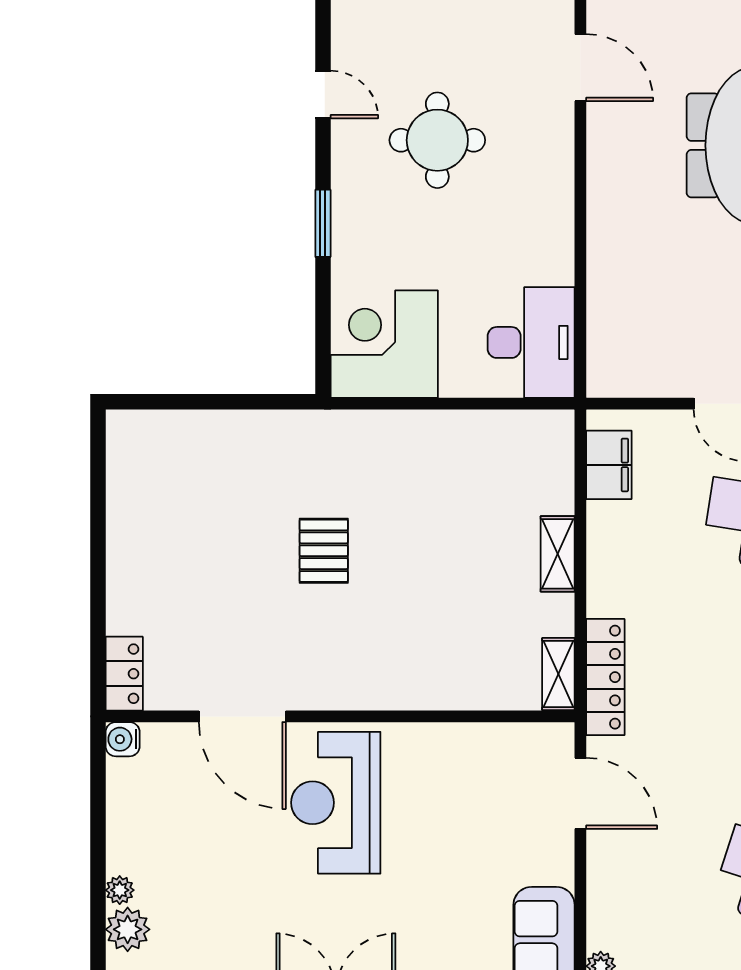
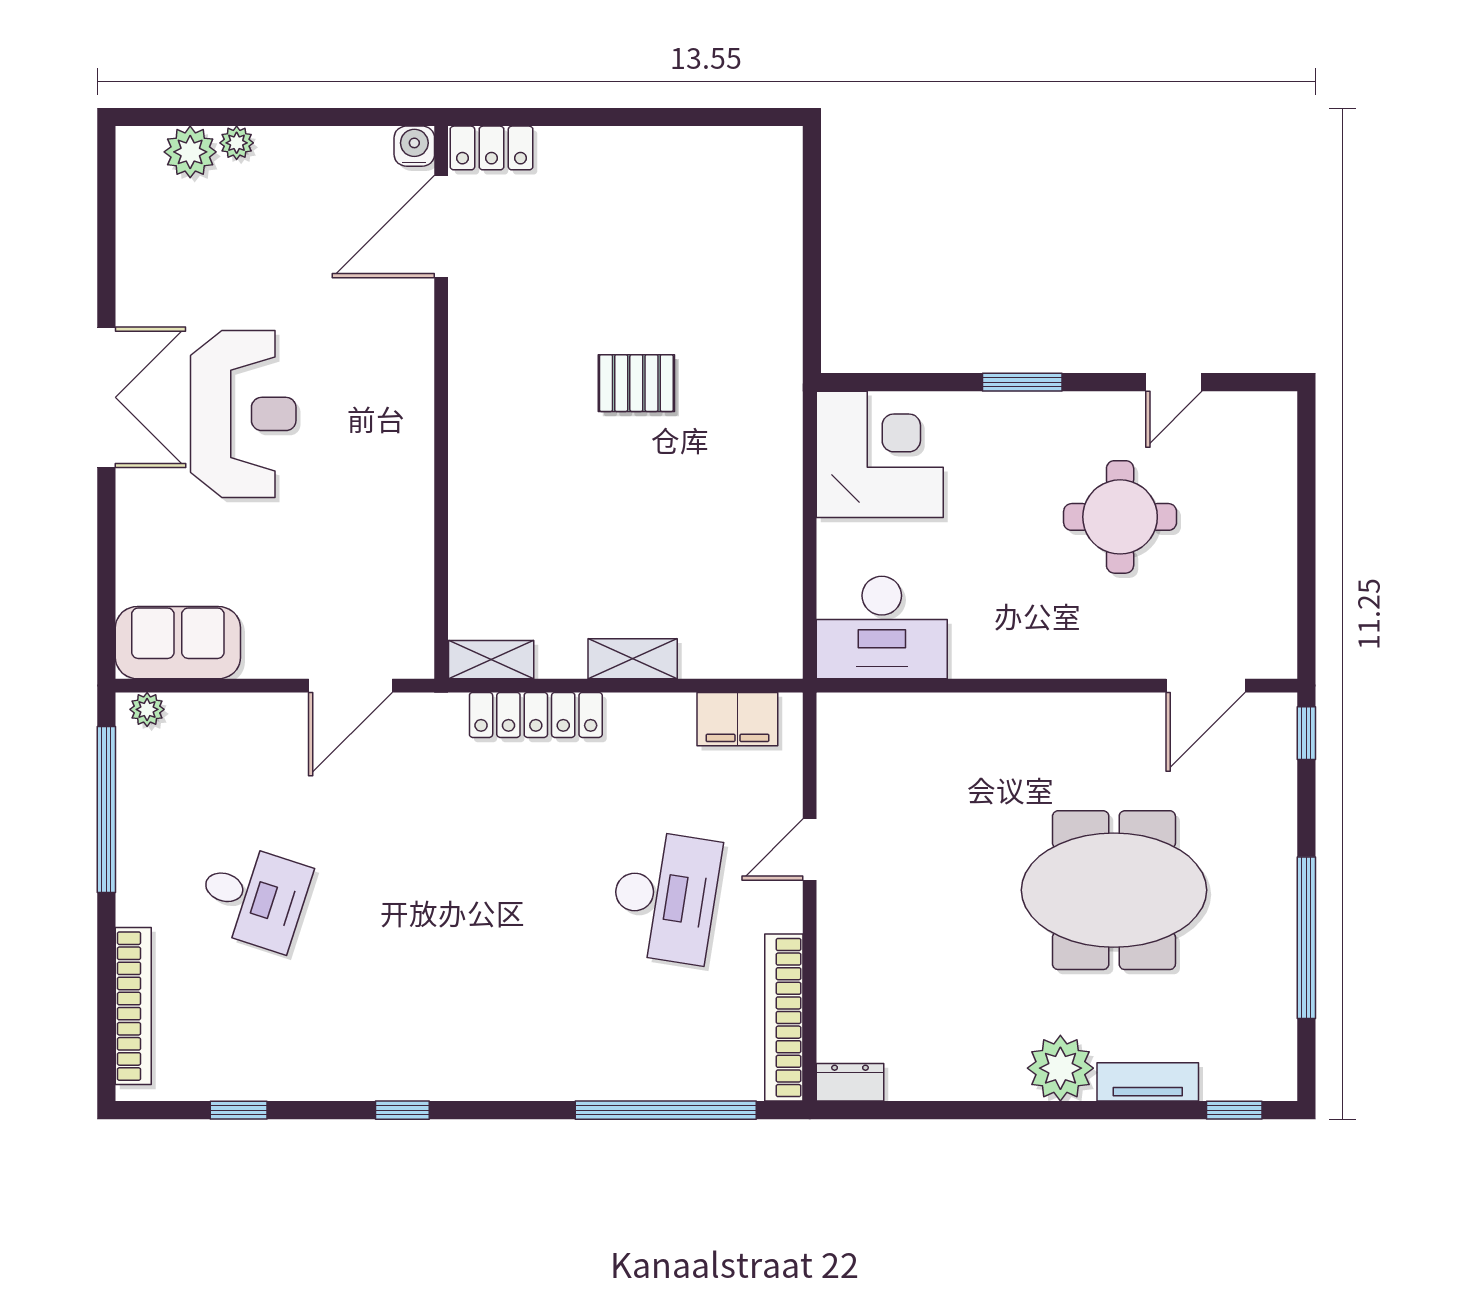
locker: (605, 677) -> (536, 715), moved
door: (242, 716) -> (441, 227), moved
reception desk: (336, 803) -> (243, 414), moved, turned 90

